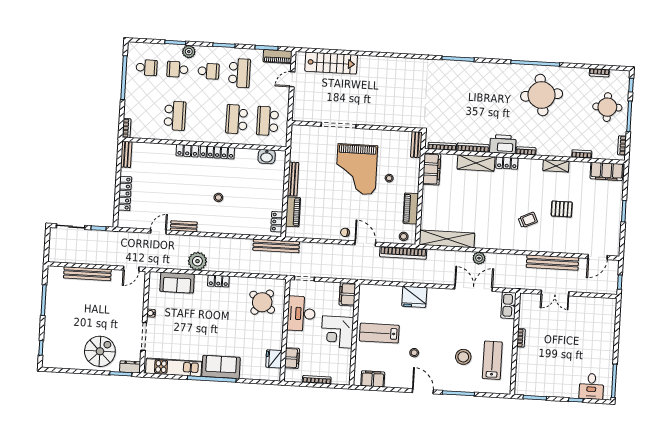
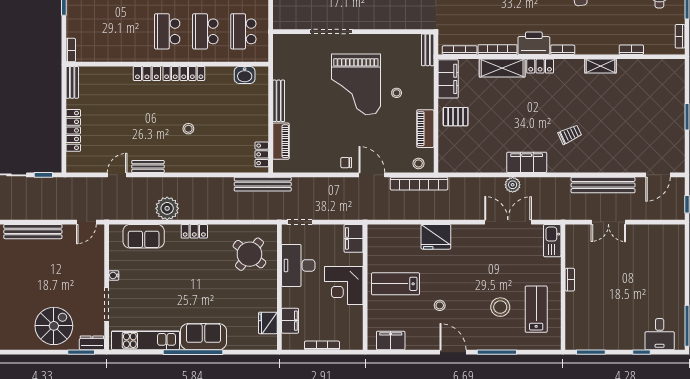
school desk: (175, 116) -> (167, 31), moved, turned 180
filing cabinet: (607, 171) -> (527, 162), moved, turned 180
pallet: (562, 209) -> (456, 117), moved
shelving: (447, 239) -> (472, 163), removed

